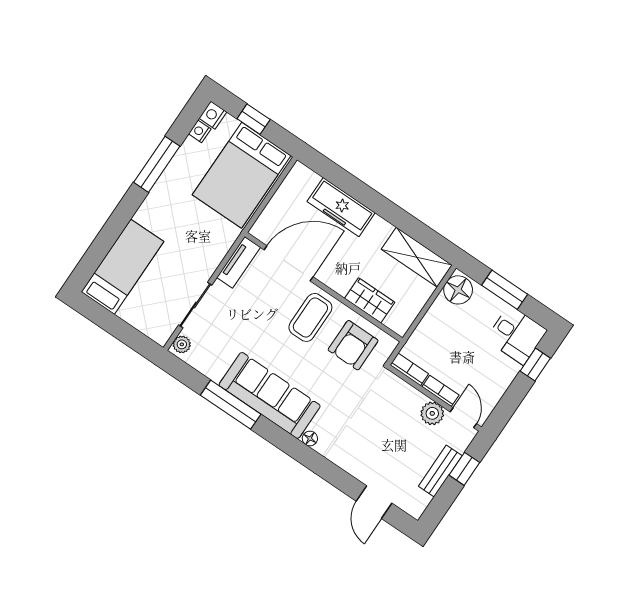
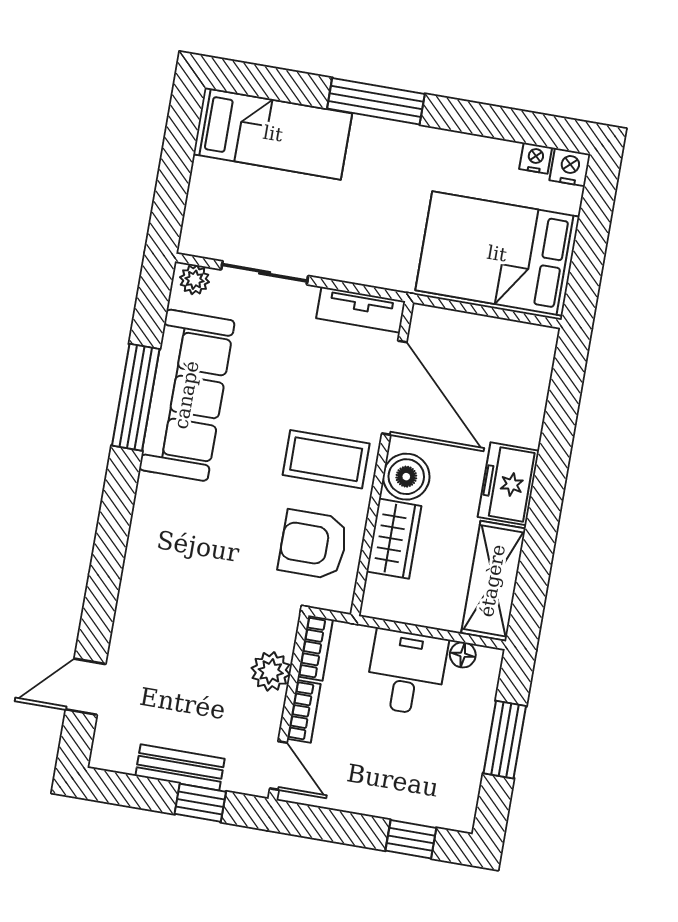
window: (254, 119) -> (592, 233), removed
window: (157, 164) -> (376, 101), moved
freezer: (341, 207) -> (508, 484), moved, width x0.71
boiler: (339, 279) -> (406, 477), added
floor lamp: (458, 290) -> (463, 655), width x0.53, depth x0.53
desk: (516, 335) -> (406, 672), moved, turned 180
sofa: (270, 395) -> (187, 395), moved
plant: (432, 413) -> (271, 671), moved
door: (463, 418) -> (278, 766), hinge flipped
floor lamp: (310, 439) -> (139, 543), removed

